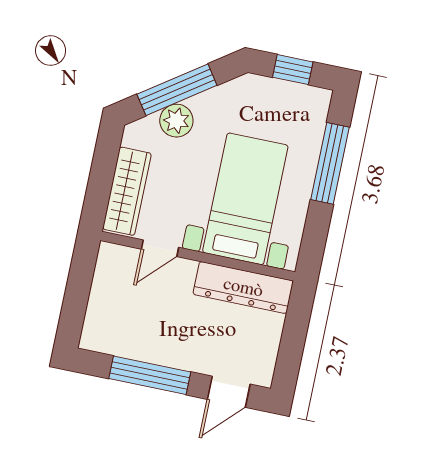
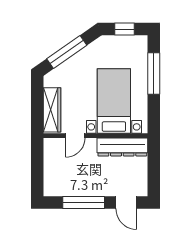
plant: (176, 121) -> (70, 68), removed
door: (229, 392) -> (126, 202), hinge flipped

